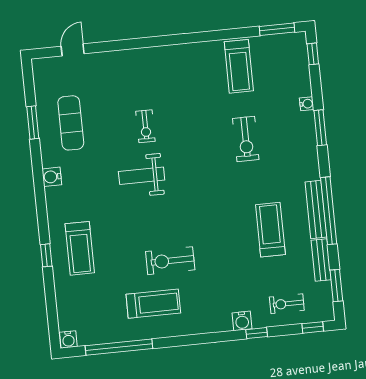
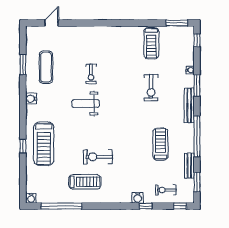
bench: (316, 209) -> (189, 105), moved
treadmill: (80, 248) -> (44, 144), width x1.37, depth x1.38

